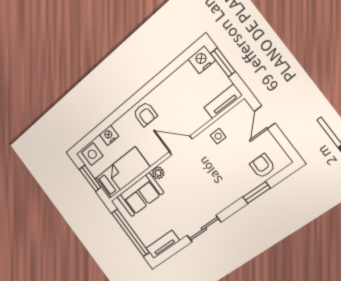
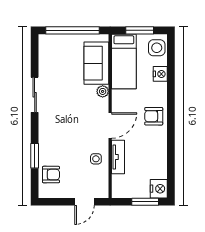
tv unit: (223, 101) -> (118, 157), moved
door: (265, 117) -> (85, 202), swing flipped
tv unit: (163, 244) -> (45, 51), removed

